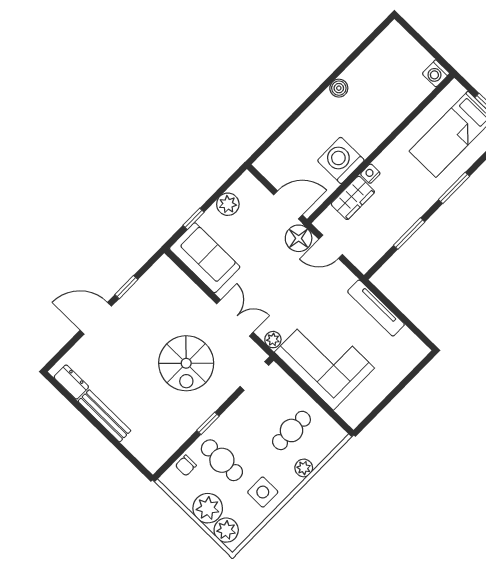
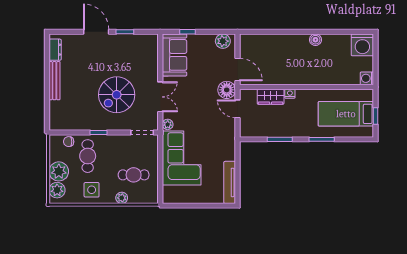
washing machine: (341, 160) -> (362, 45), moved, turned 180
plant: (228, 204) -> (223, 41), moved
tv unit: (376, 308) -> (230, 182), moved

